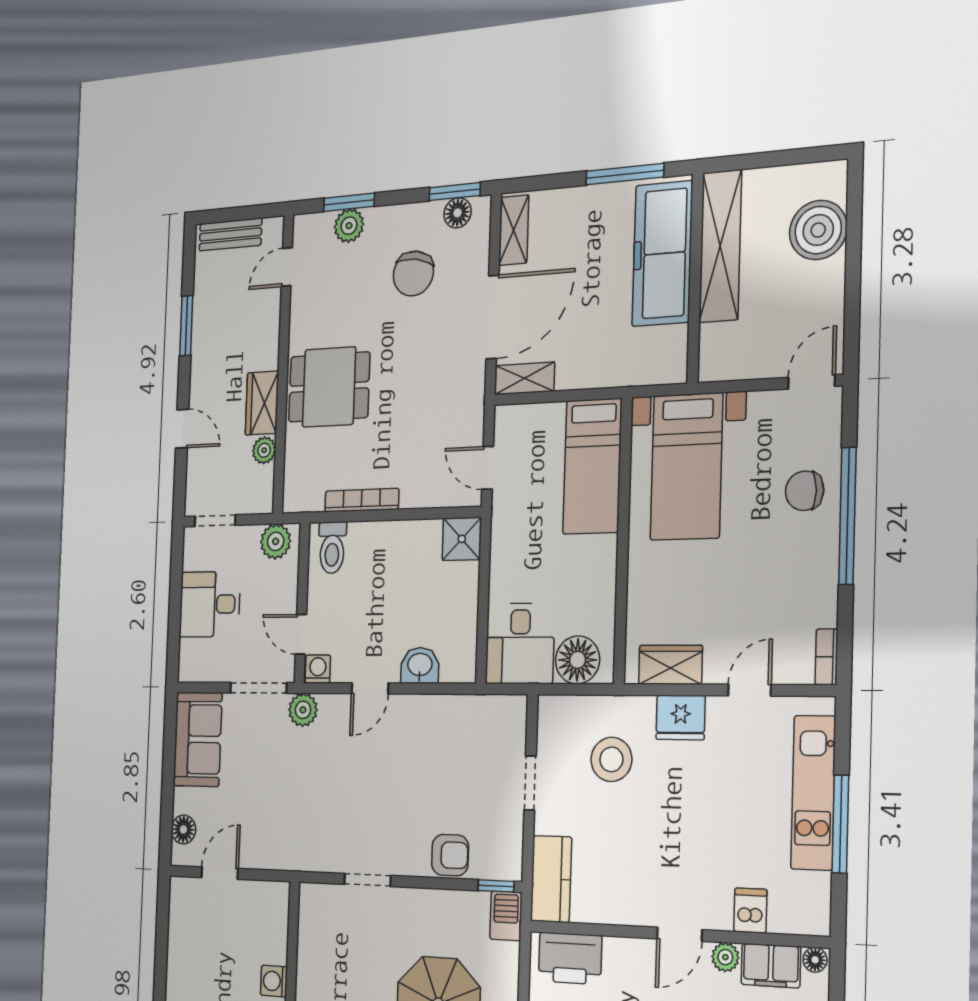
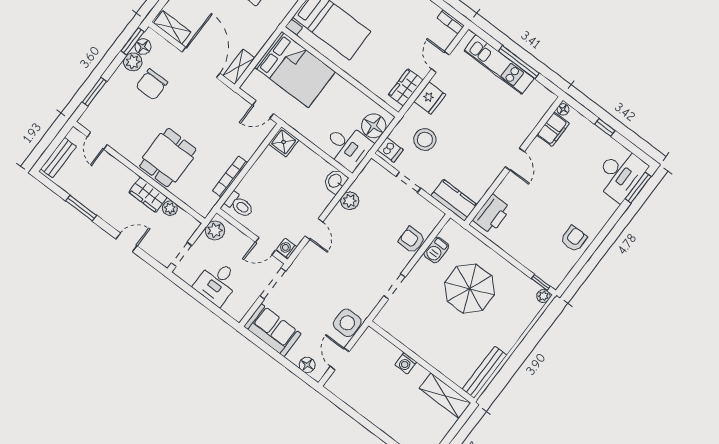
plant: (349, 226) -> (133, 62), moved
chair: (413, 274) -> (152, 84), turned 81
bed: (592, 466) -> (295, 70), width x1.50
washbasin: (420, 665) -> (335, 181), moved
plant: (303, 710) -> (350, 201), moved
side table: (274, 845) -> (347, 323), added
armchair: (450, 855) -> (412, 240), turned -90
window: (496, 886) -> (439, 227), removed
dishwasher: (750, 911) -> (390, 150), moved, turned 180
barbecue: (506, 916) -> (436, 250), moved, turned -90
plant: (725, 957) -> (537, 146), removed

